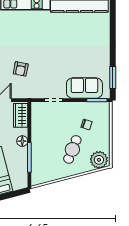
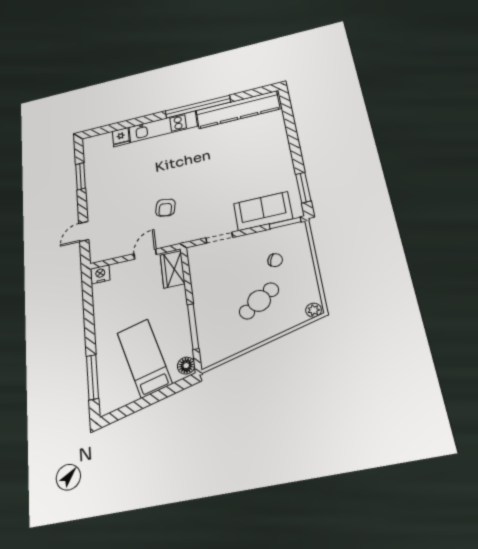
floor lamp: (22, 141) -> (186, 366), moved
cafe table: (72, 149) -> (259, 301), turned 34
plant: (99, 160) -> (314, 310), width x0.53, depth x0.53

